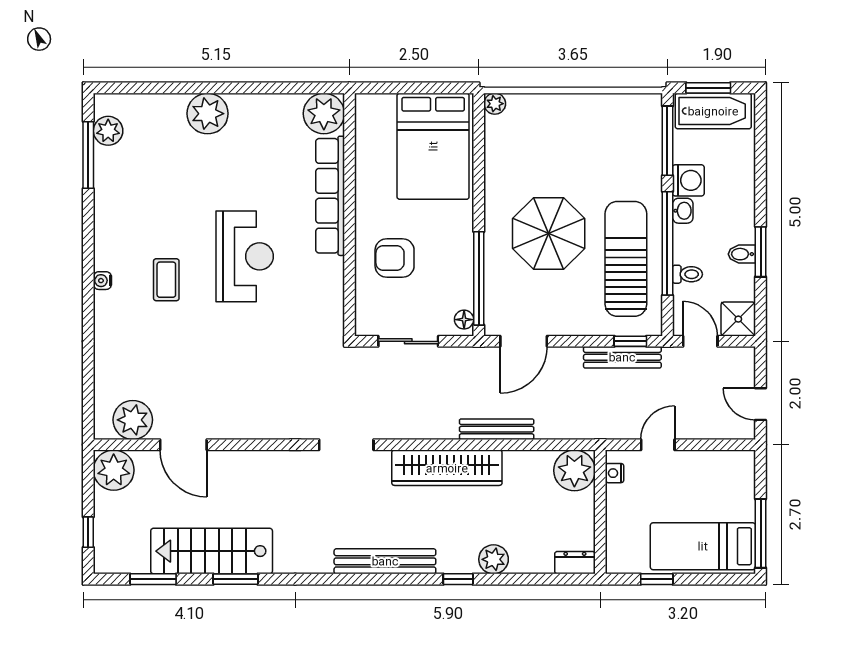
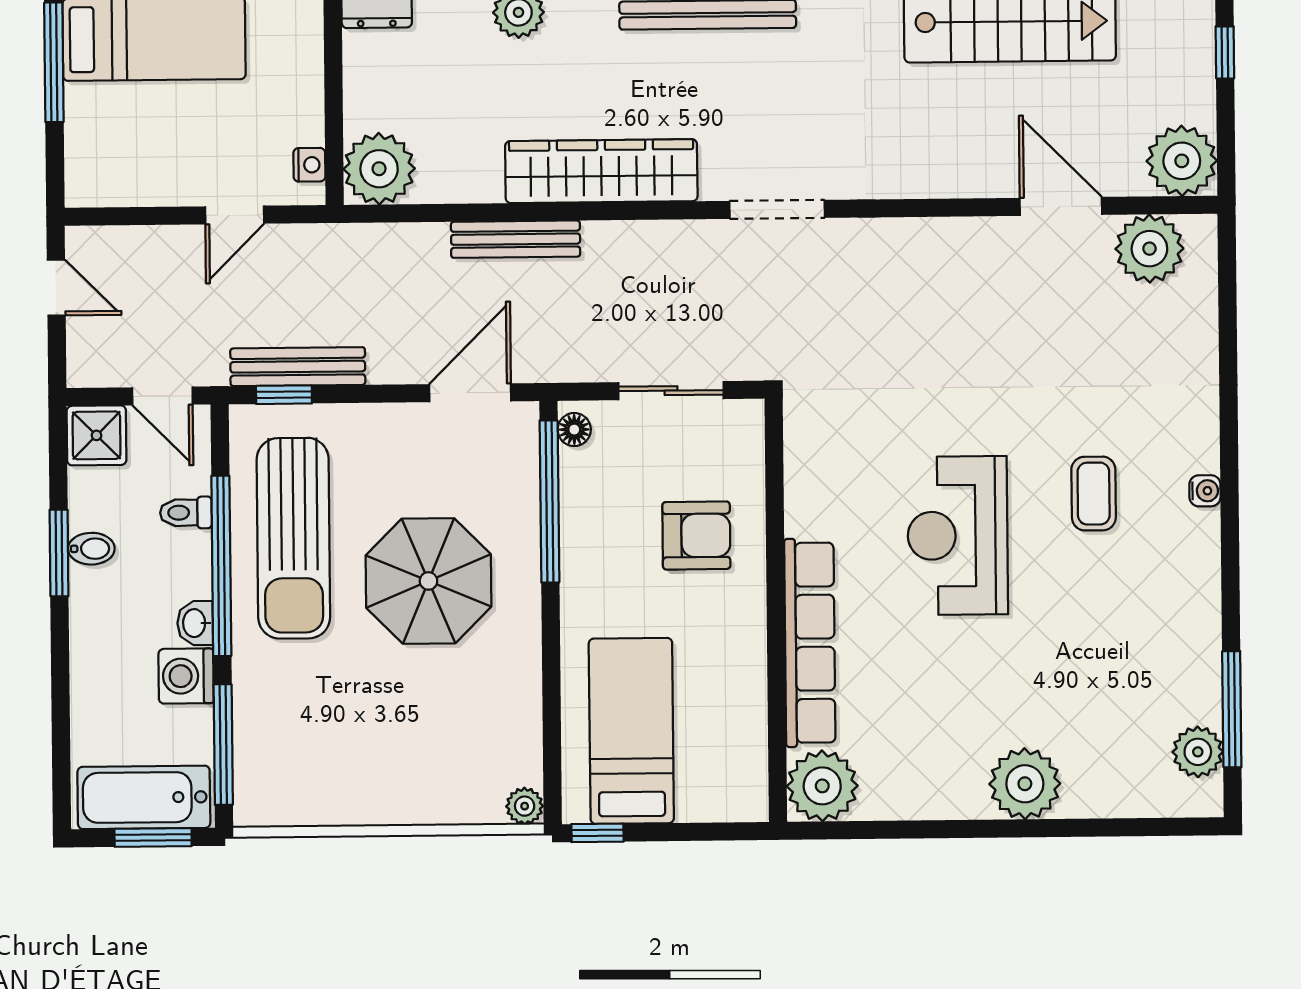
window: (453, 88) -> (598, 833), added
bed: (433, 146) -> (631, 731), width x0.67

